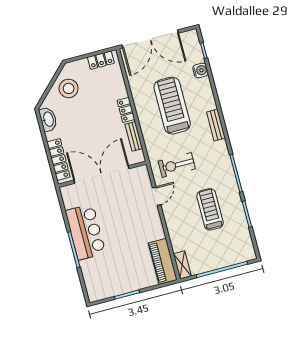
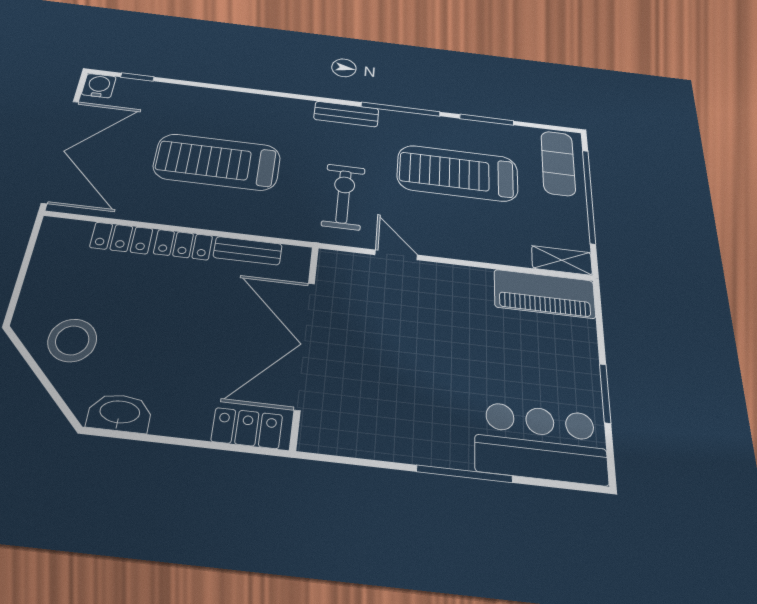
locker: (101, 60) -> (121, 238), moved, turned 90
water cooler: (200, 70) -> (99, 86), moved
bench: (216, 125) -> (346, 114), moved
locker: (59, 160) -> (247, 428), width x0.66
exercise bike: (177, 165) -> (343, 197), turned 180
treadmill: (210, 209) -> (458, 173), width x1.37, depth x1.38
bar counter: (85, 232) -> (541, 443), moved
exercise mat: (235, 252) -> (558, 163), added

